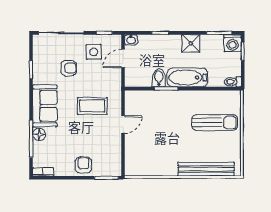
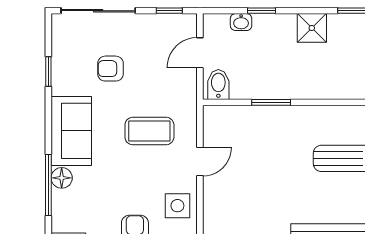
washbasin: (131, 40) -> (241, 22), moved
side table: (94, 52) -> (177, 206), moved
armchair: (69, 68) -> (110, 69), turned 180
bathtub: (187, 77) -> (306, 84), removed
bidet: (159, 78) -> (218, 85), moved

